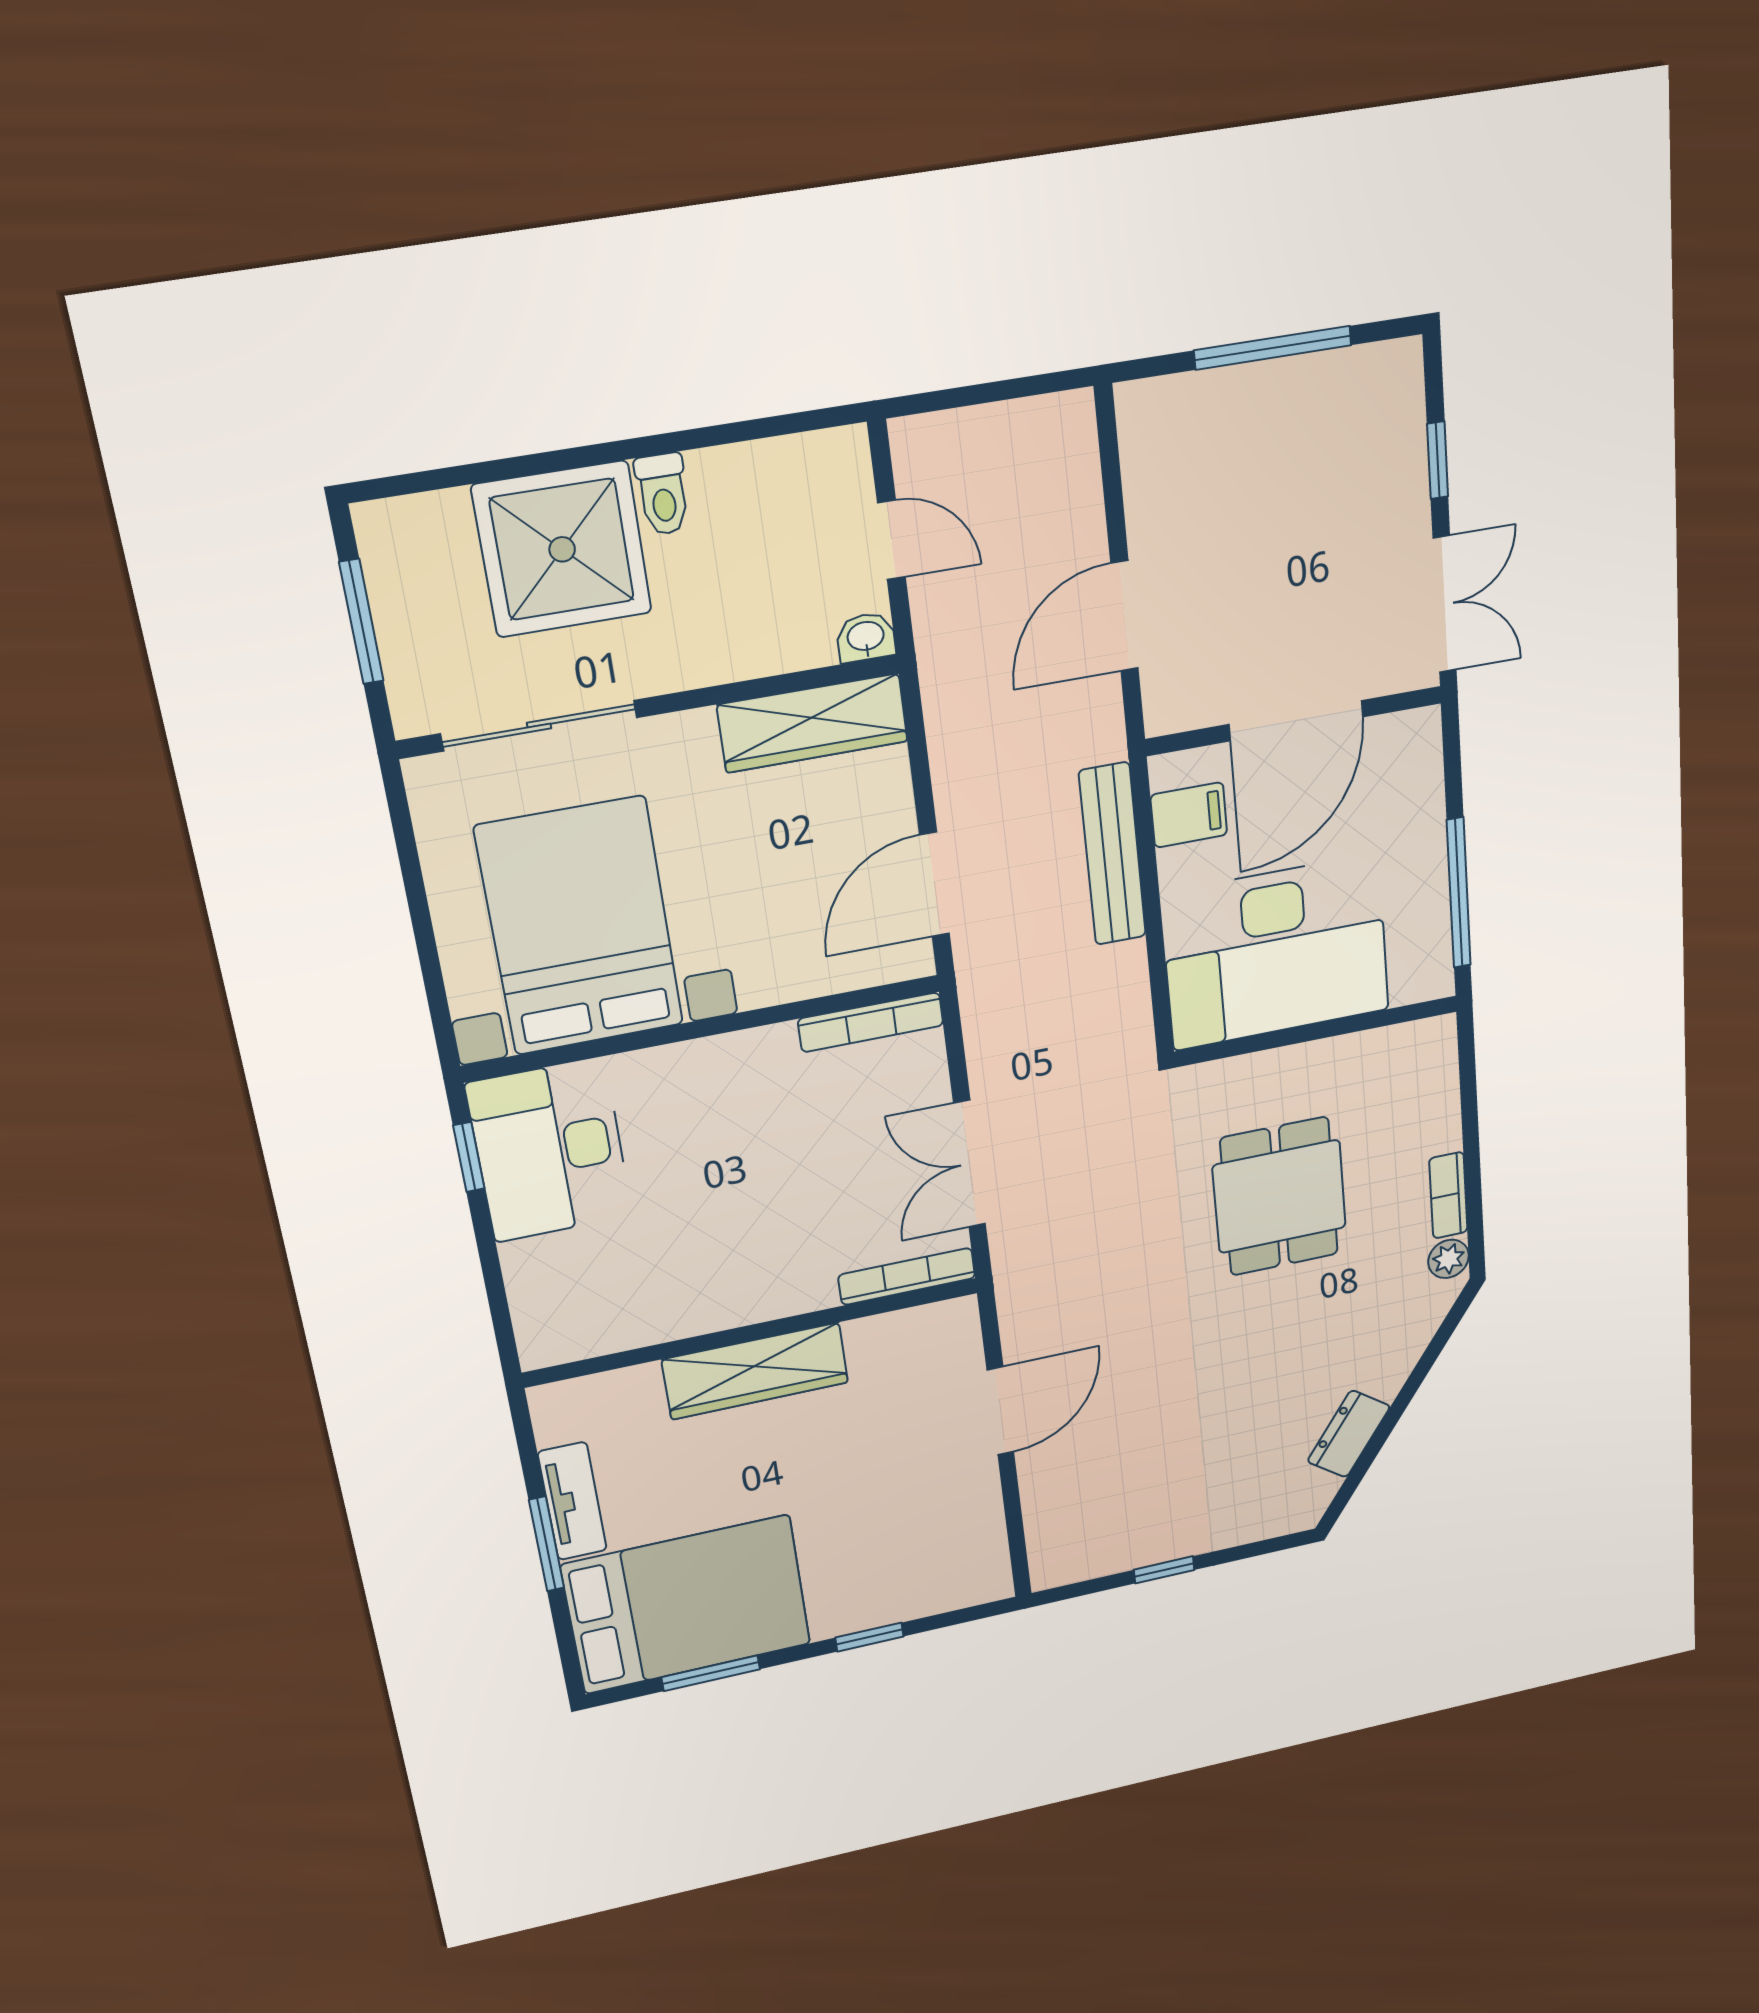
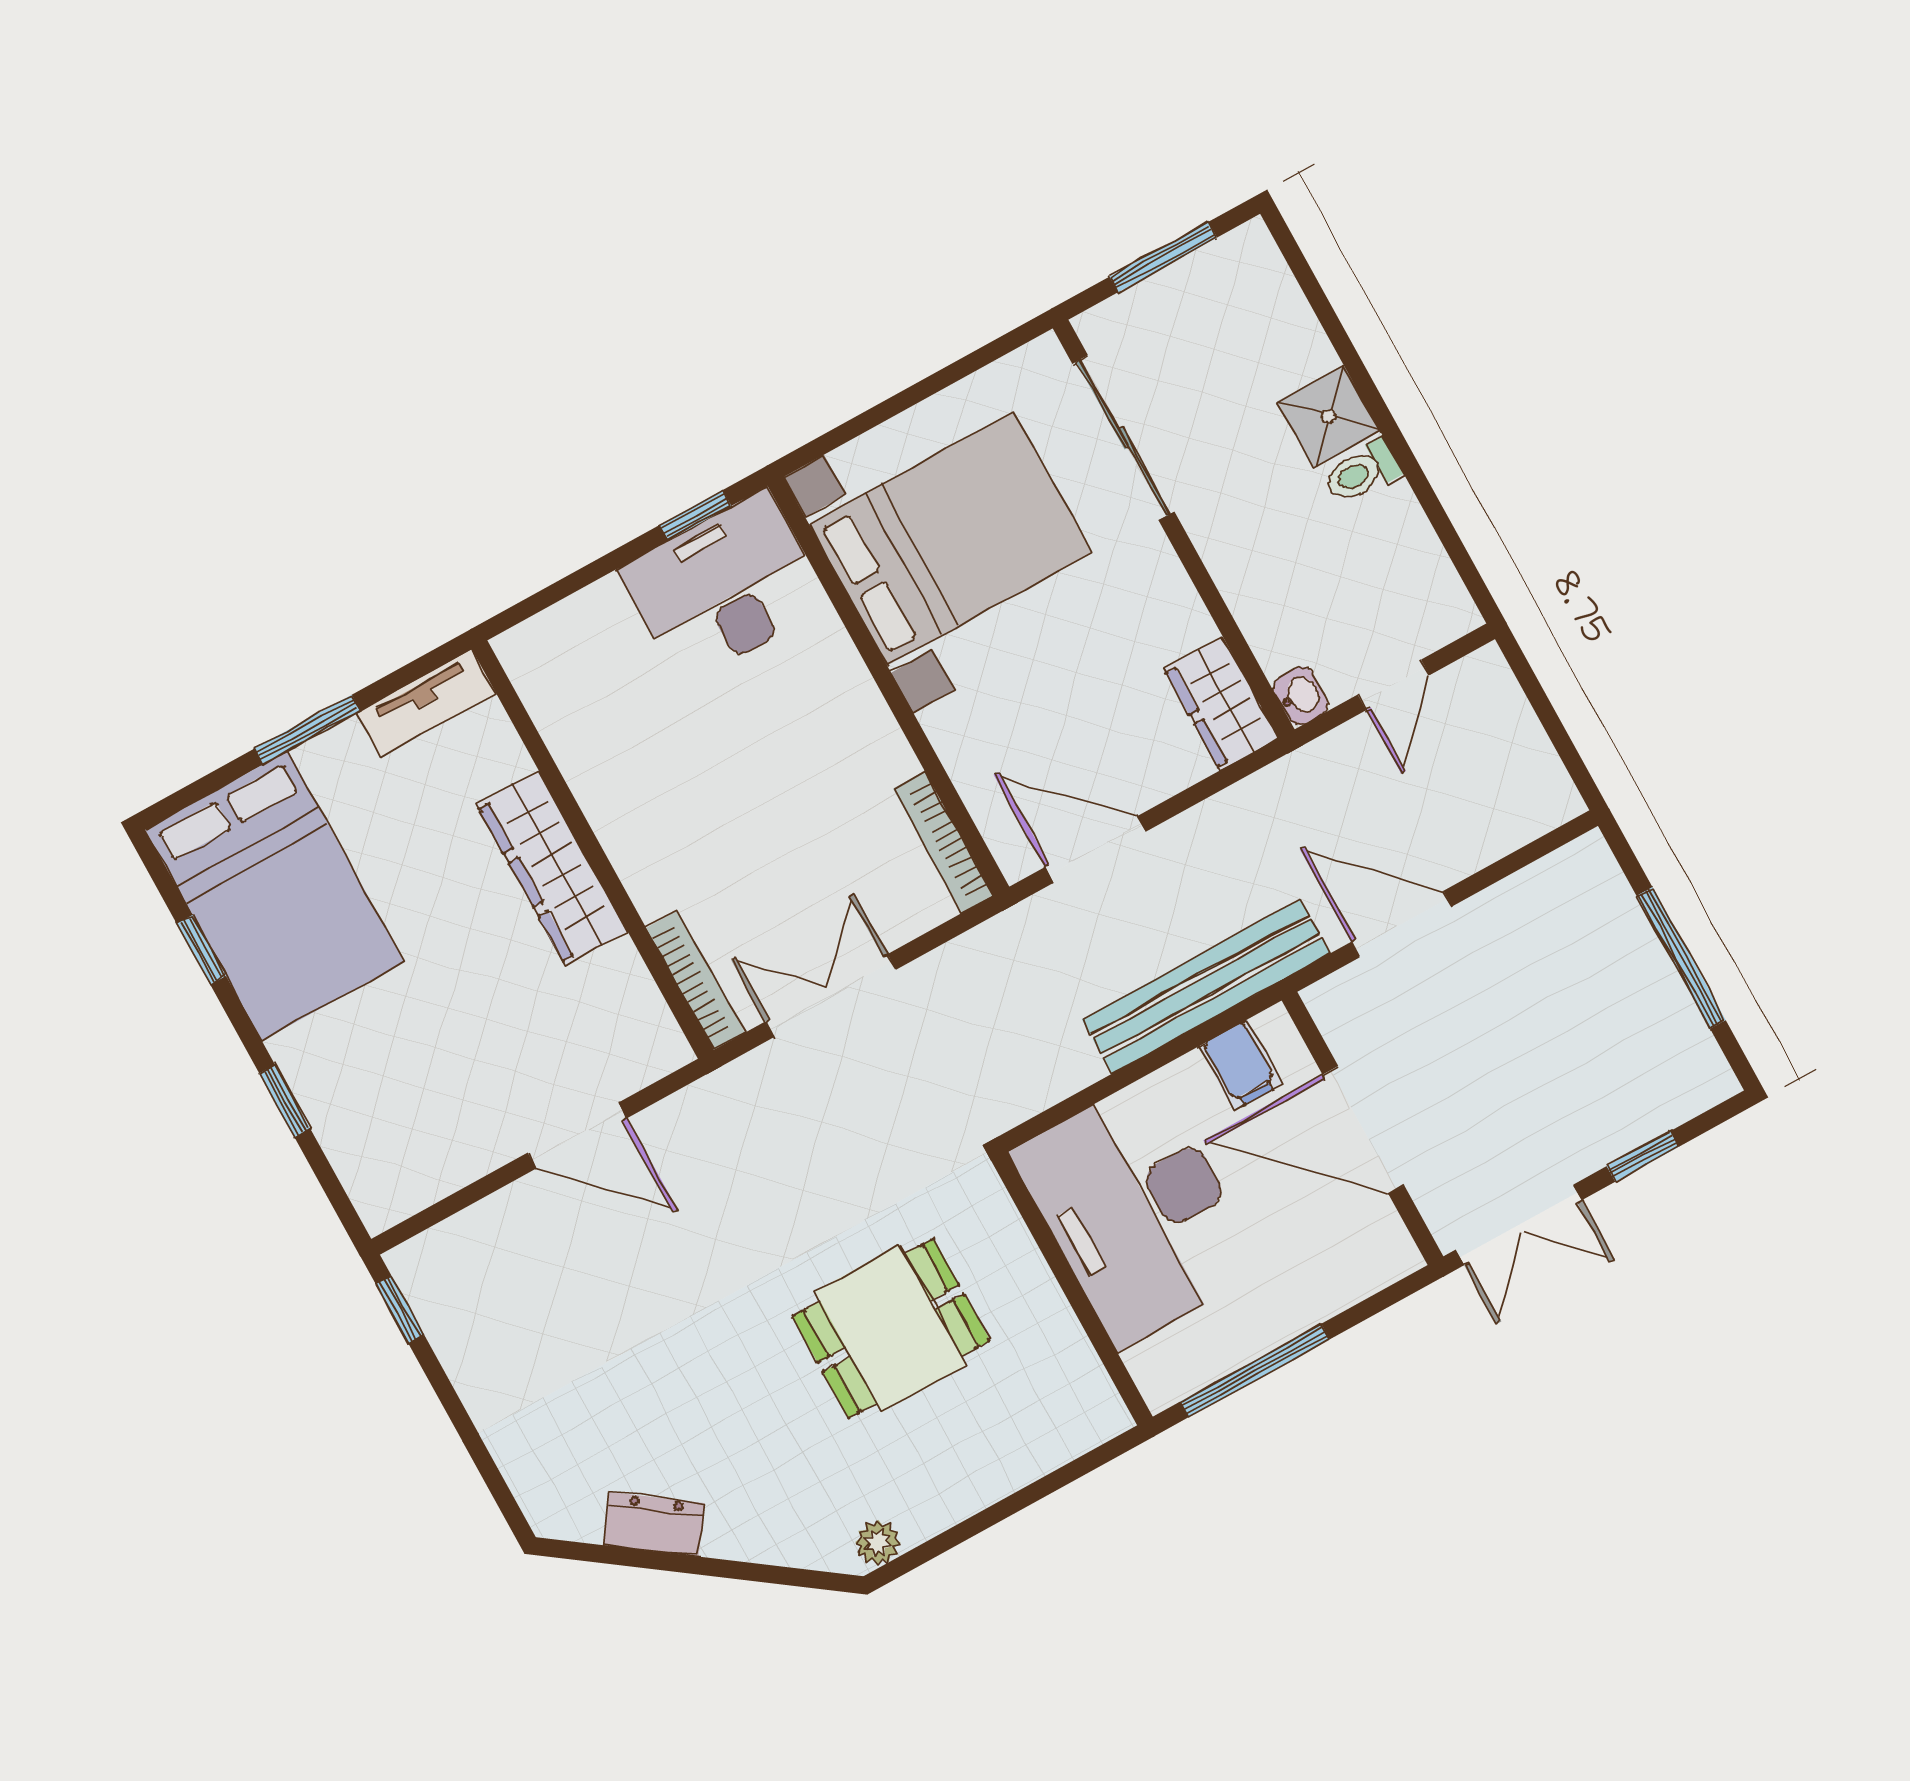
shower: (562, 549) -> (1329, 416), width x0.54, depth x0.54
wardrobe: (813, 723) -> (1221, 703), width x0.67
bench: (1112, 854) -> (1206, 986), width x1.37, depth x1.21
bookcase: (1448, 1195) -> (946, 1509), removed
tv unit: (572, 1501) -> (426, 703), moved
window: (1164, 1570) -> (400, 1310), moved
window: (711, 1673) -> (201, 950), width x0.67

